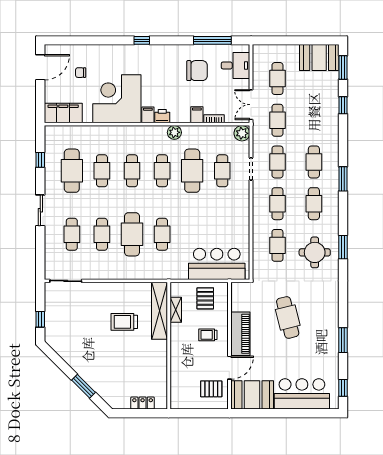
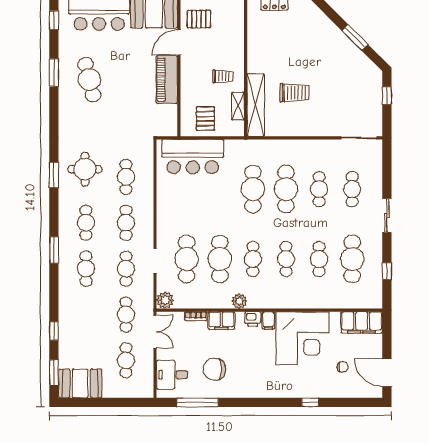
window: (142, 40) -> (310, 402), moved
door: (40, 67) -> (387, 373), hinge flipped
filing cabinet: (197, 115) -> (221, 321), width x2.00
cafe table: (222, 171) -> (187, 259), width x1.37, depth x1.35
cafe table: (162, 234) -> (253, 189), width x1.37, depth x1.35
cafe table: (288, 317) -> (89, 80), moved
trolley: (208, 335) -> (223, 76), moved
window: (83, 386) -> (355, 38), moved

